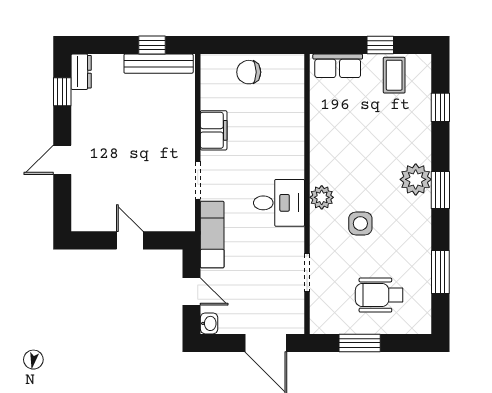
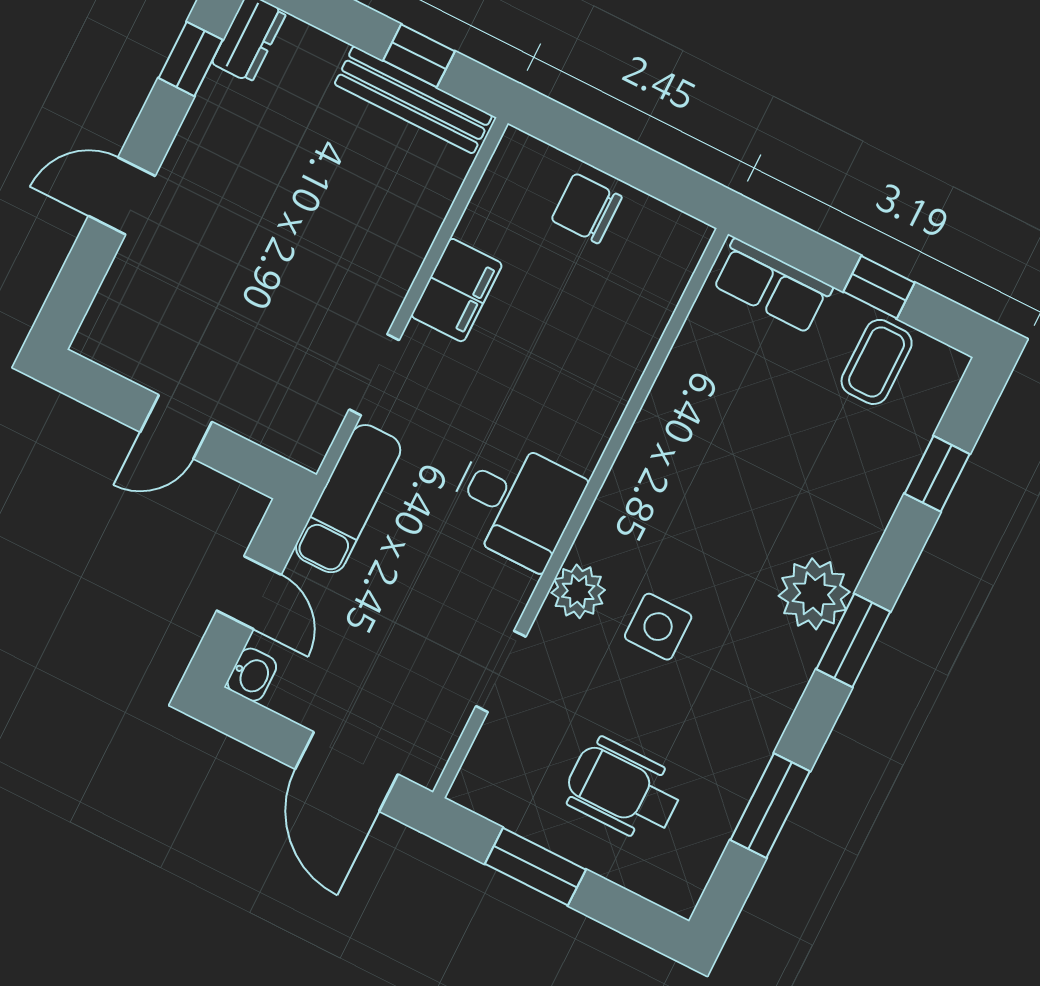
plant: (322, 197) -> (578, 591), moved
door: (130, 240) -> (176, 427), swing flipped

